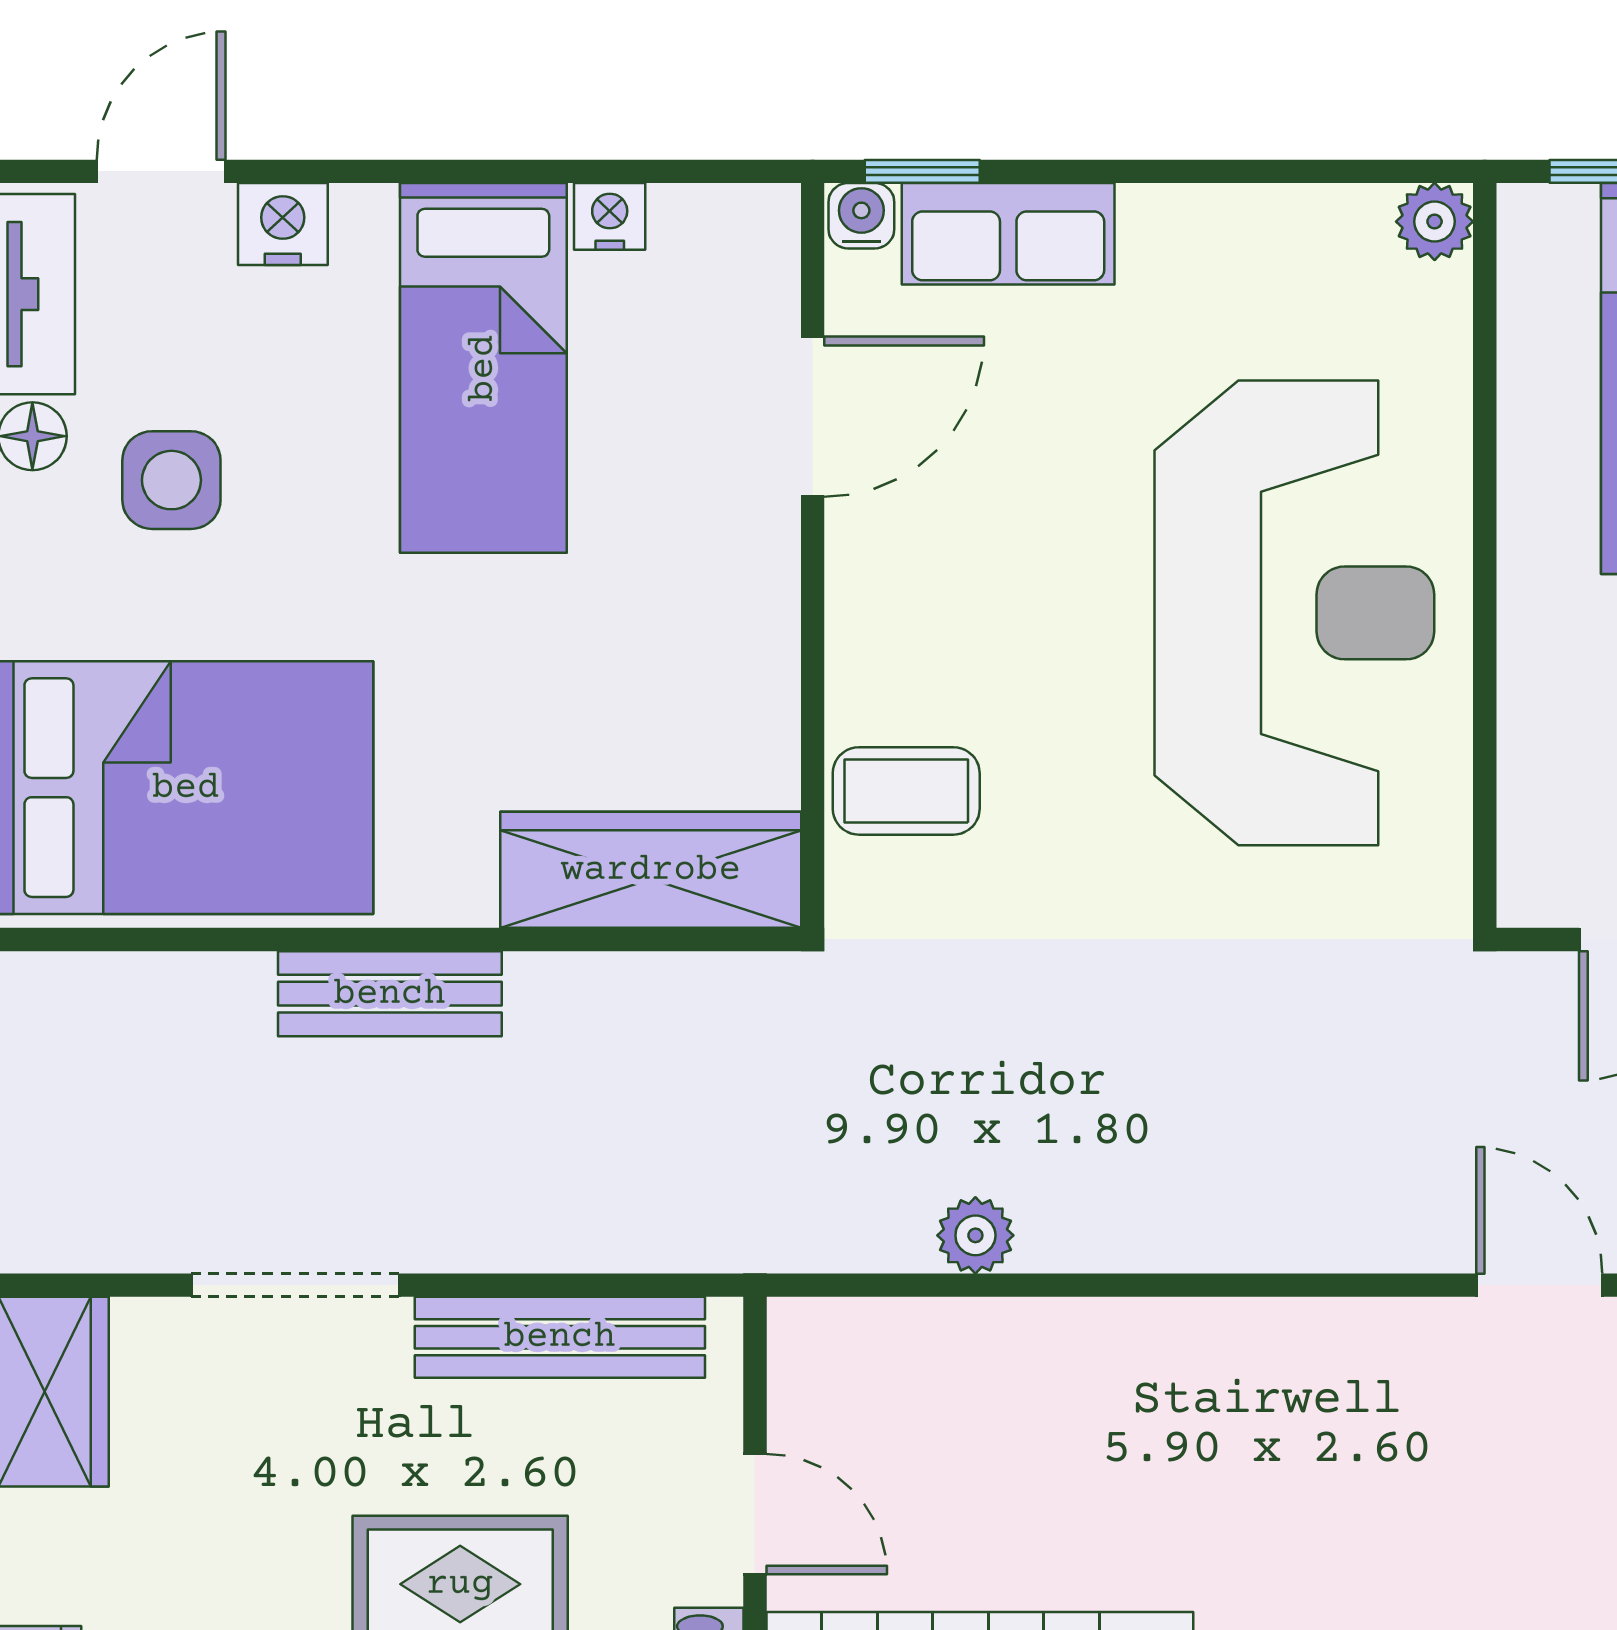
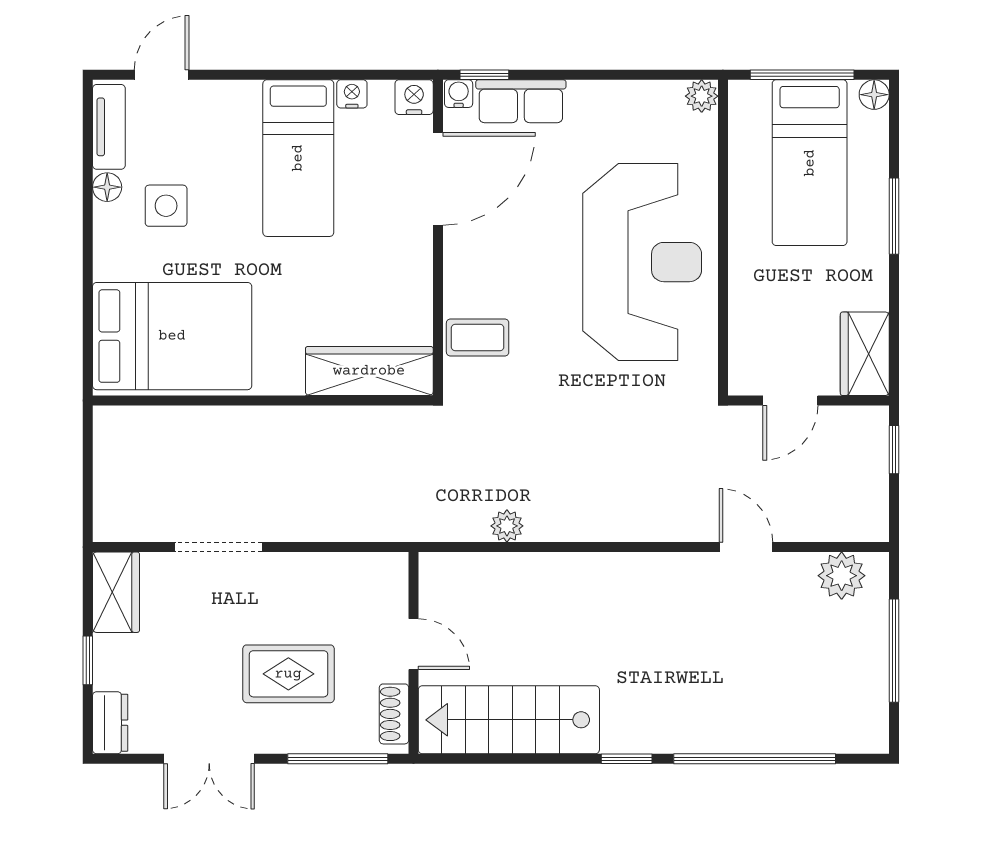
nightstand: (283, 224) -> (414, 97), moved
door: (813, 417) -> (438, 179), width x1.36
bench: (390, 994) -> (259, 423), removed
bench: (560, 1337) -> (331, 569), removed

